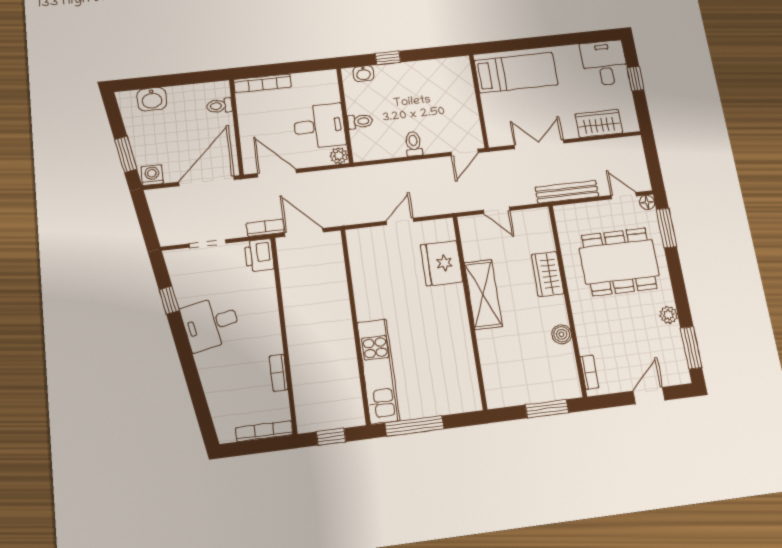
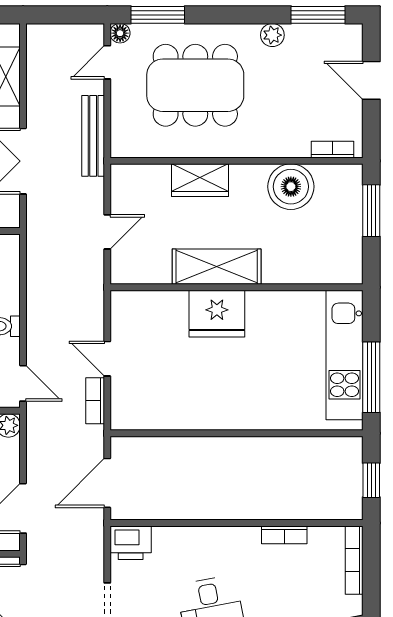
door: (465, 152) -> (23, 383), moved
bookcase: (265, 228) -> (95, 401), moved
dining table: (619, 262) -> (195, 85), turned 90
fridge: (441, 263) -> (217, 314), moved
boiler: (562, 334) -> (291, 187), width x1.86, depth x1.86
kitchen unit: (378, 371) -> (345, 355), moved, turned -90

